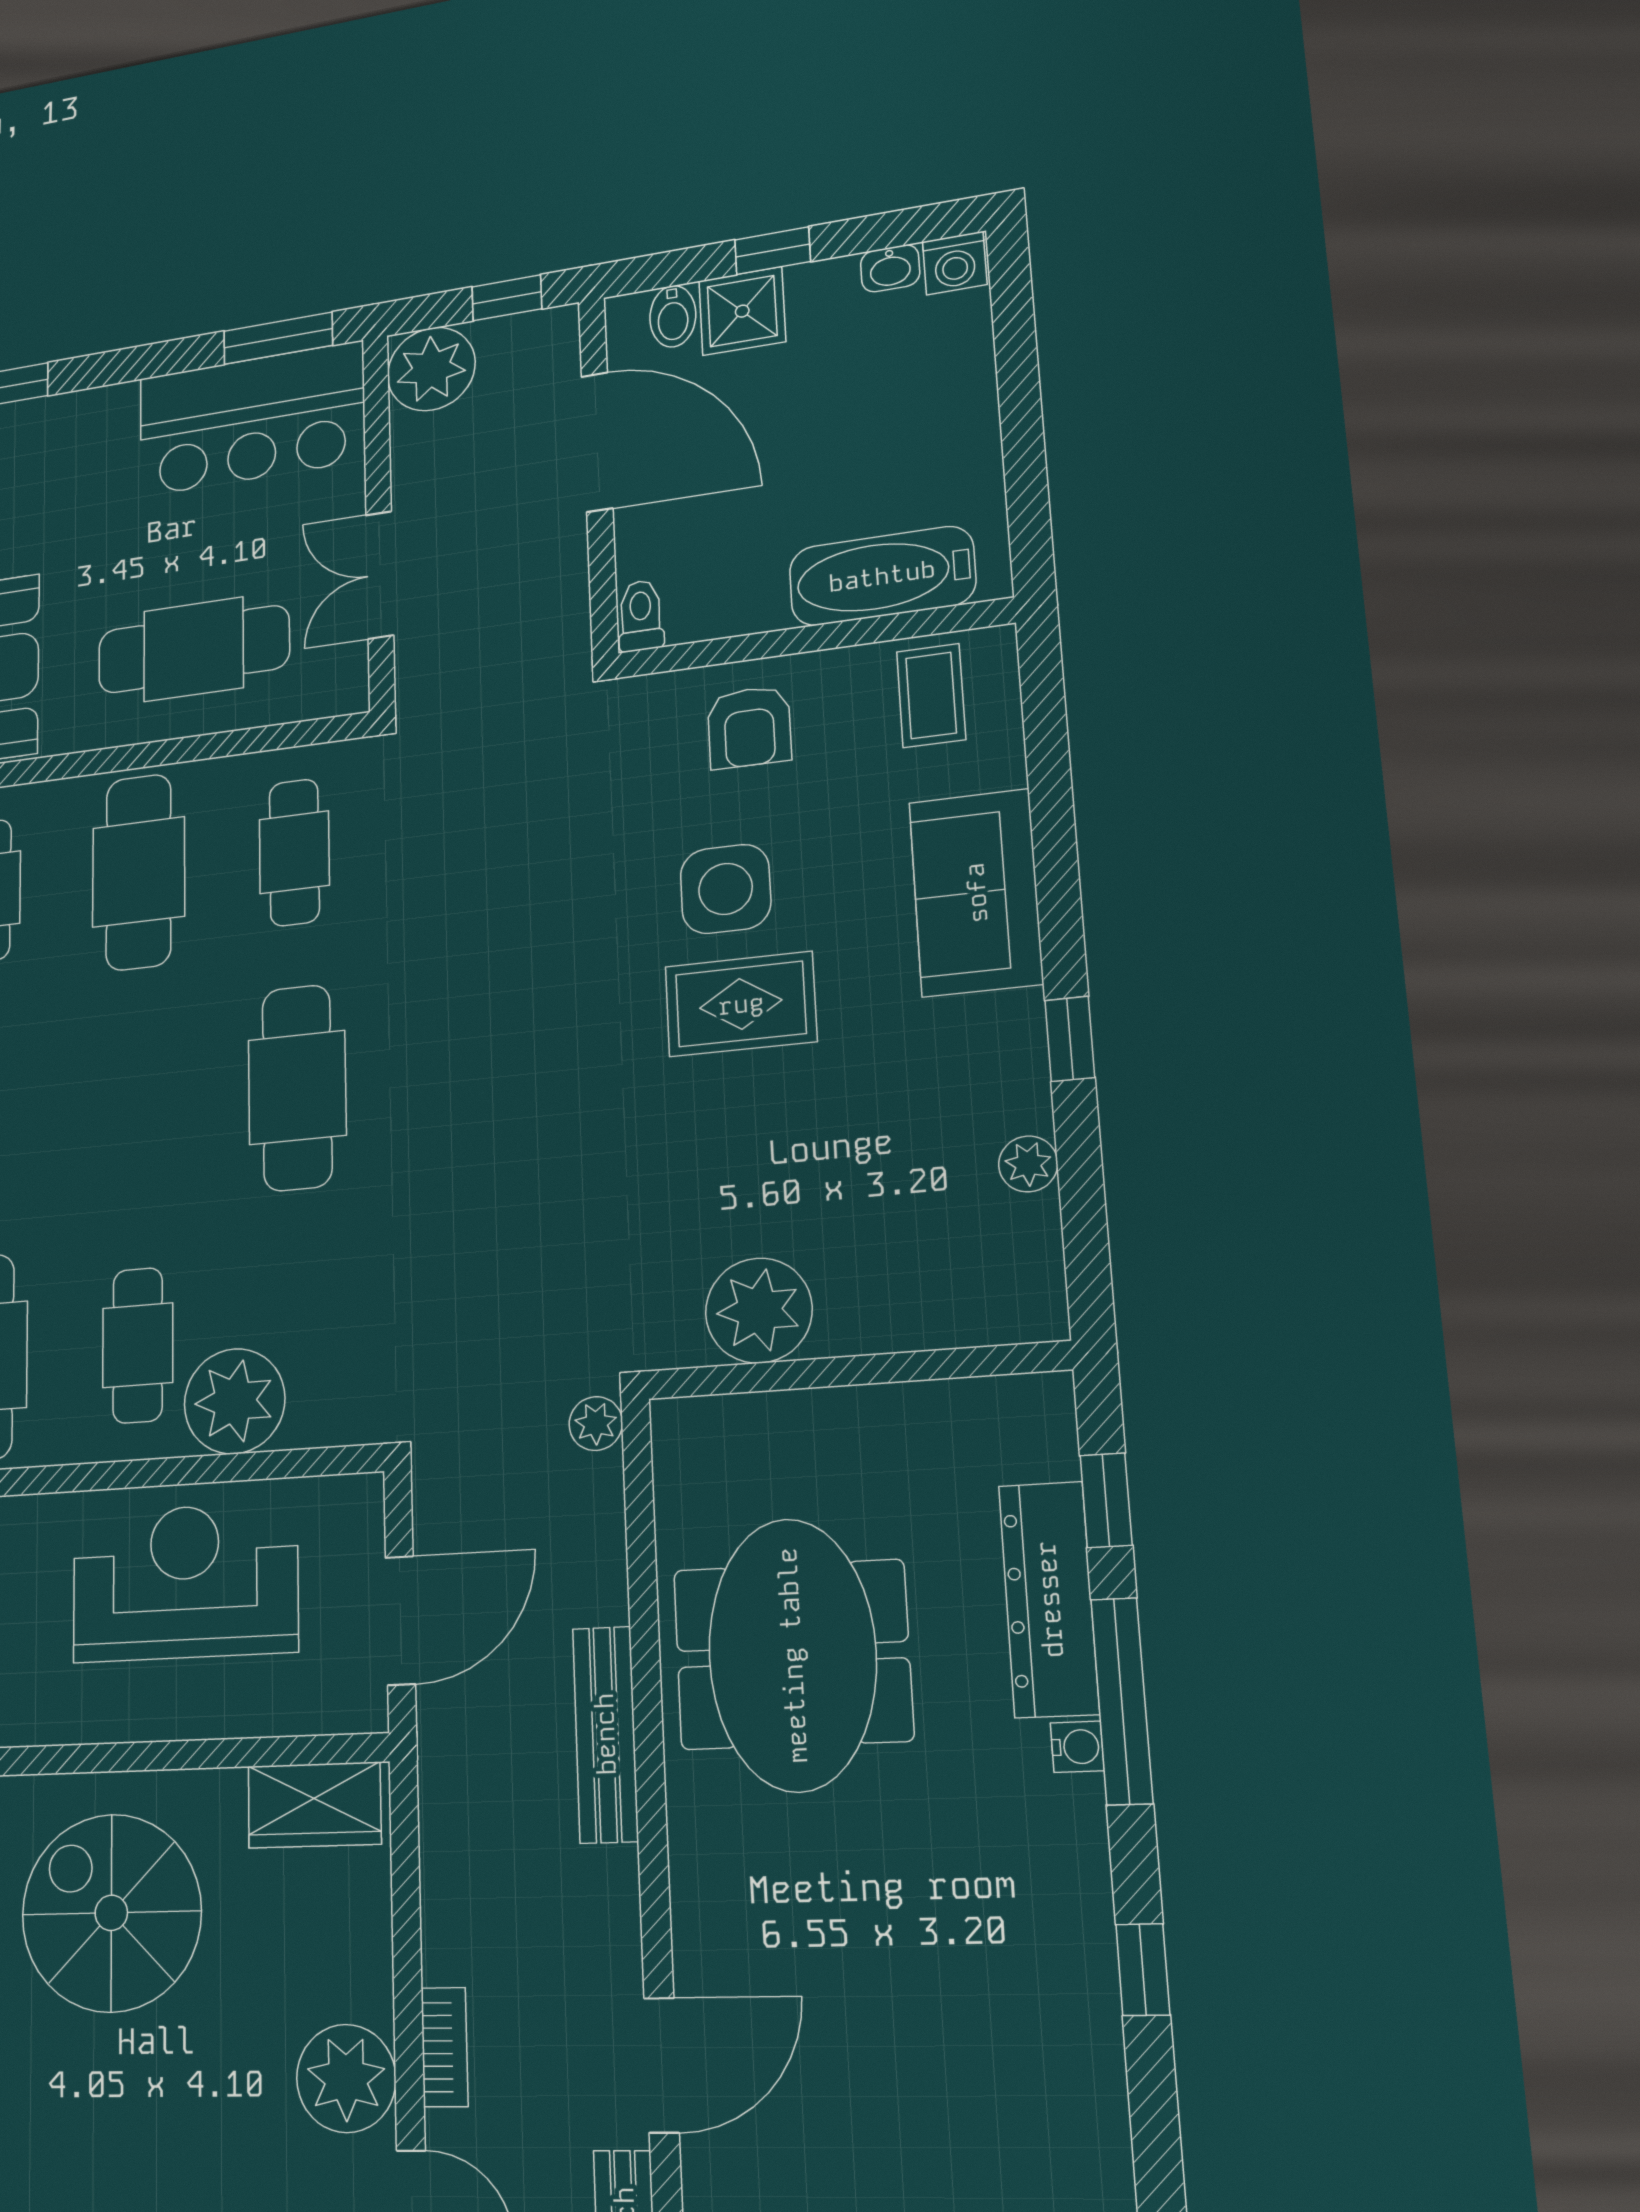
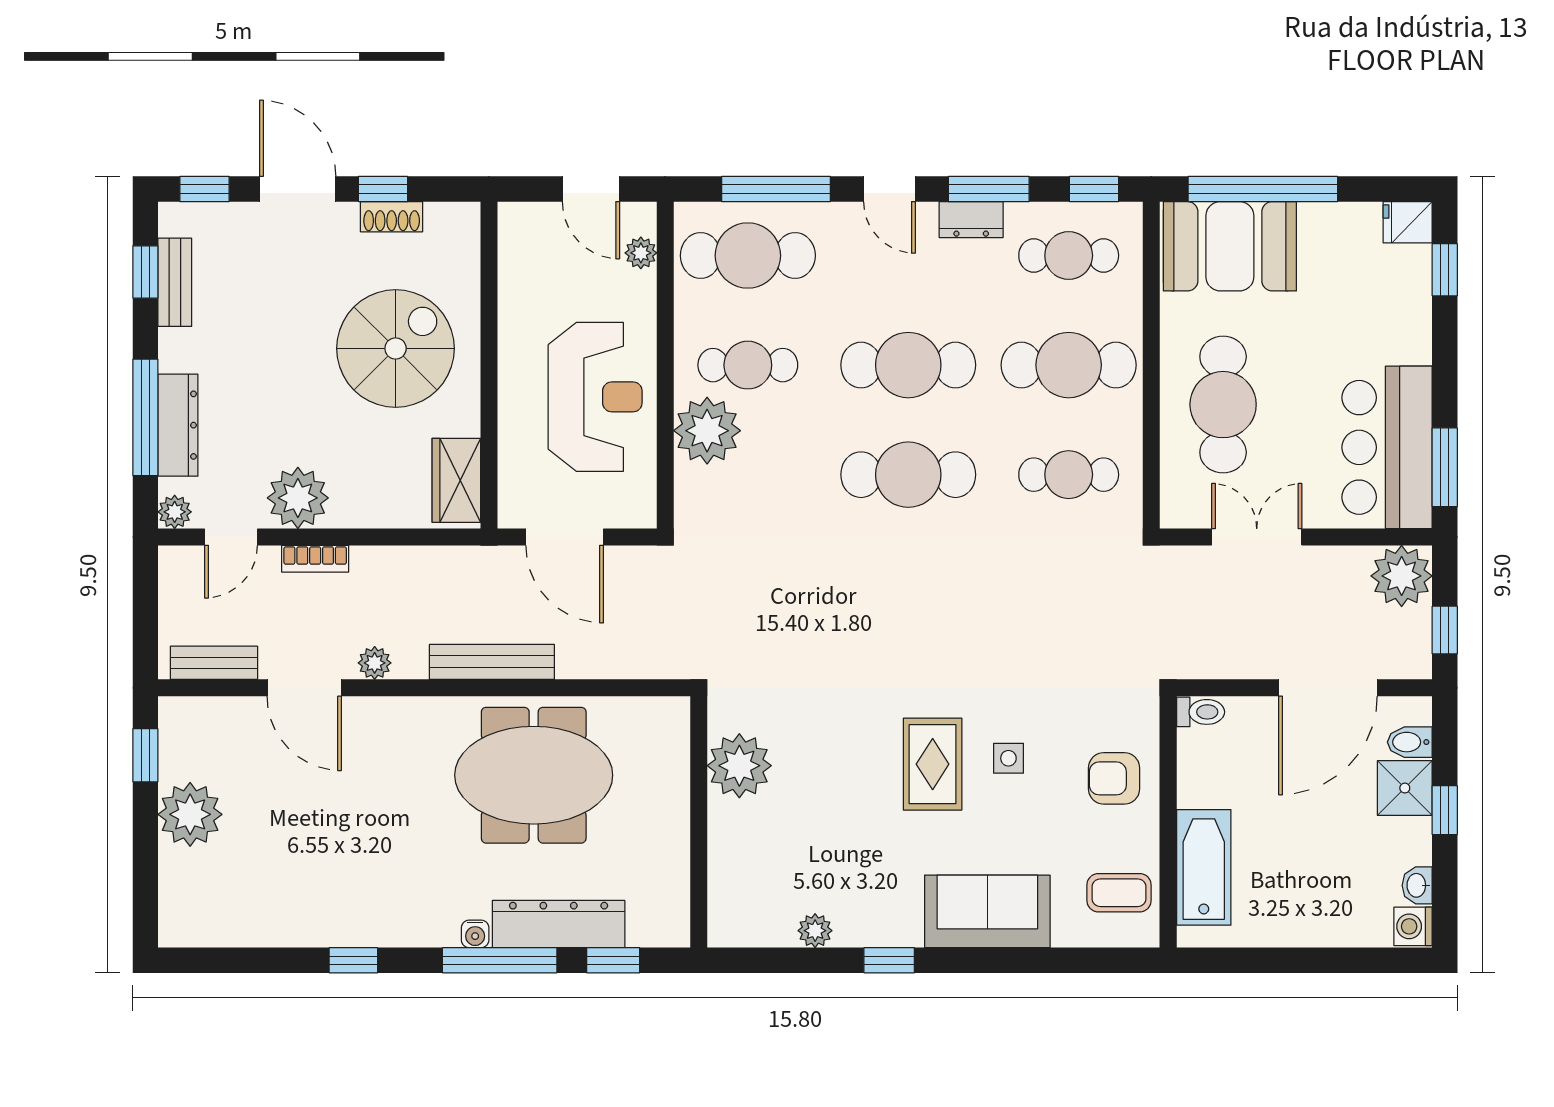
side table: (726, 889) -> (1008, 758), width x0.54, depth x0.54
cafe table: (138, 1104) -> (908, 365), added
plant: (596, 1424) -> (375, 663), moved

